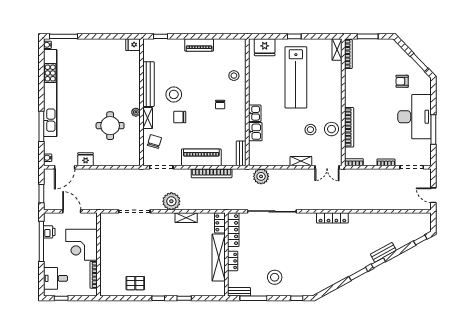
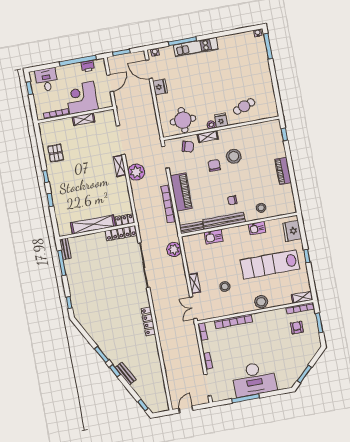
fridge: (133, 45) -> (221, 120), moved
cafe table: (123, 74) -> (244, 106), added
armchair: (402, 81) -> (297, 328), moved
bench: (148, 84) -> (224, 221), moved
kitchen unit: (50, 93) -> (196, 47), width x0.54
kitchen sink: (255, 113) -> (257, 228), moved
round table: (110, 126) -> (183, 120), moved
stool: (331, 129) -> (261, 302), moved
shelving: (186, 218) -> (120, 166), moved
shelving: (105, 247) -> (84, 119), added
locker: (233, 261) -> (92, 238), removed
stool: (275, 277) -> (85, 279), removed

